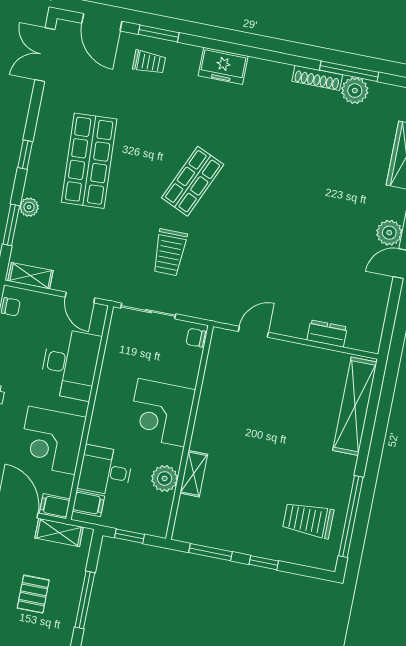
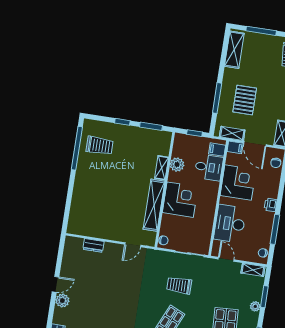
trolley: (170, 252) -> (179, 285), turned -90
shelving: (355, 406) -> (154, 205), moved
pallet: (33, 594) -> (245, 100), width x1.50, depth x1.42

